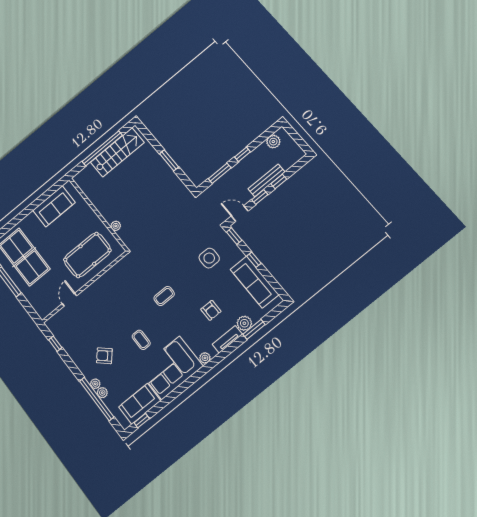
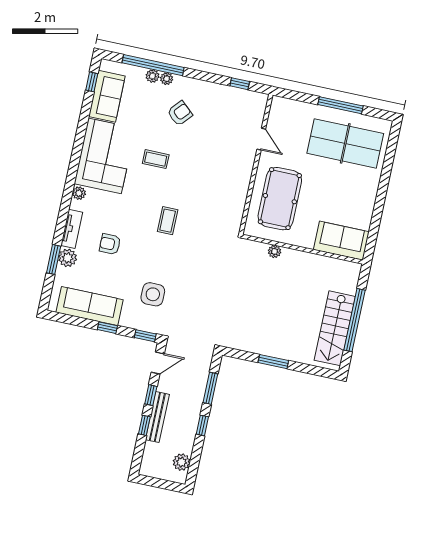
sofa: (54, 206) -> (341, 241), moved, turned 90

